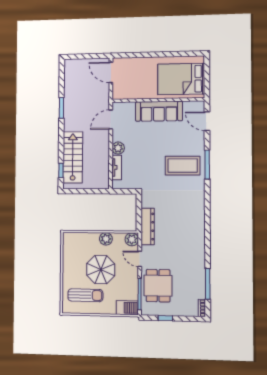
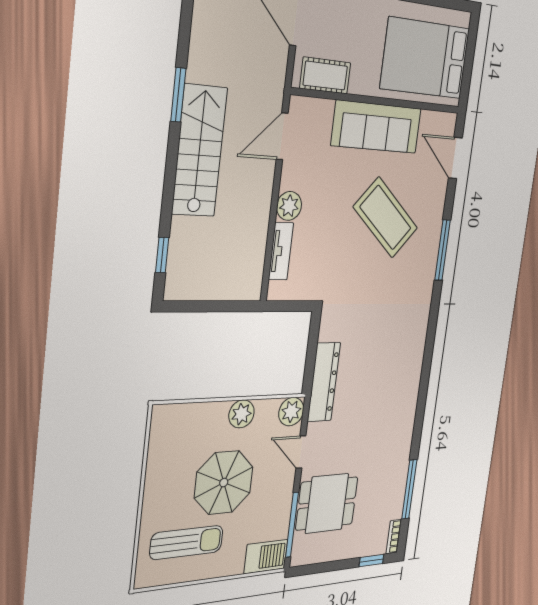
cot: (129, 93) -> (325, 76), added
stairs: (73, 157) -> (199, 151), moved
coffee table: (183, 166) -> (386, 218), moved, turned 41
dining table: (158, 286) -> (327, 503), turned 90
window: (165, 318) -> (371, 561), moved

